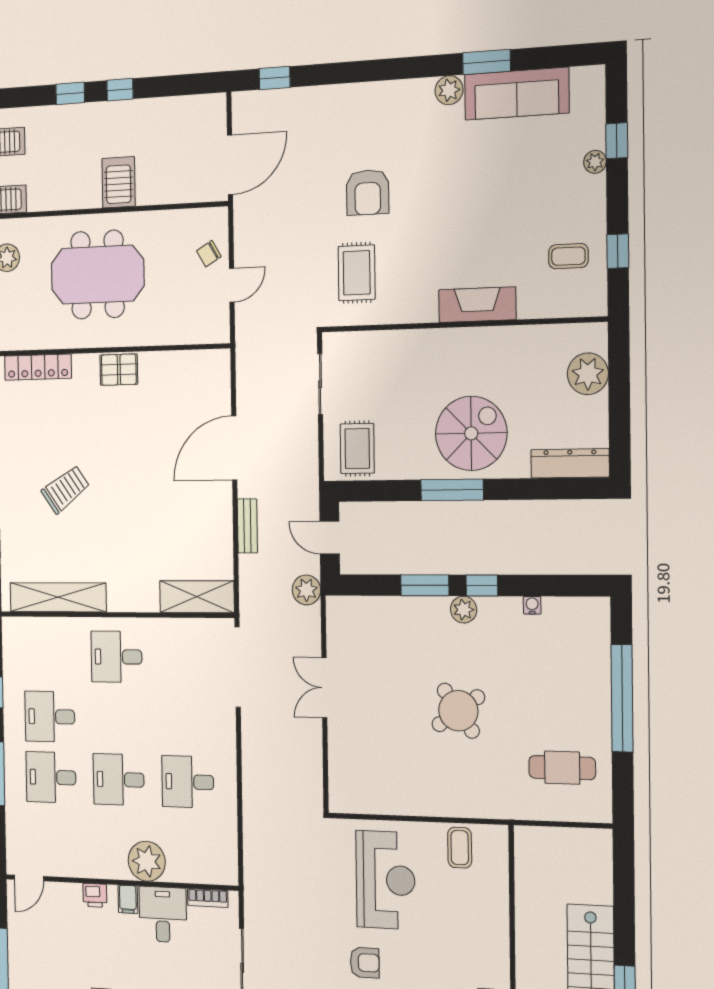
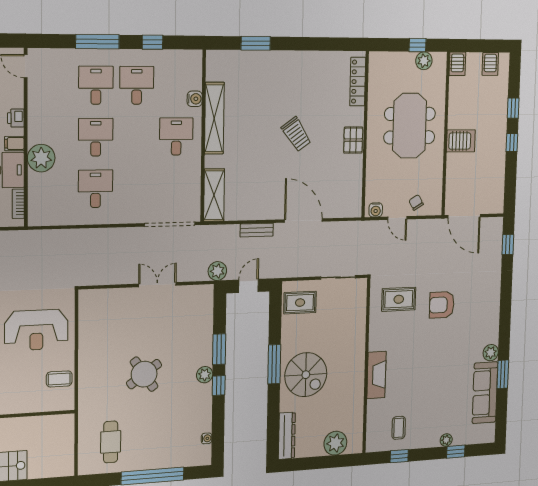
water cooler: (219, 324) -> (376, 210), added
trolley: (65, 489) -> (296, 134), moved
shelving: (58, 597) -> (214, 118), moved
water cooler: (532, 605) -> (207, 438), moved
water cooler: (66, 628) -> (195, 99), added

